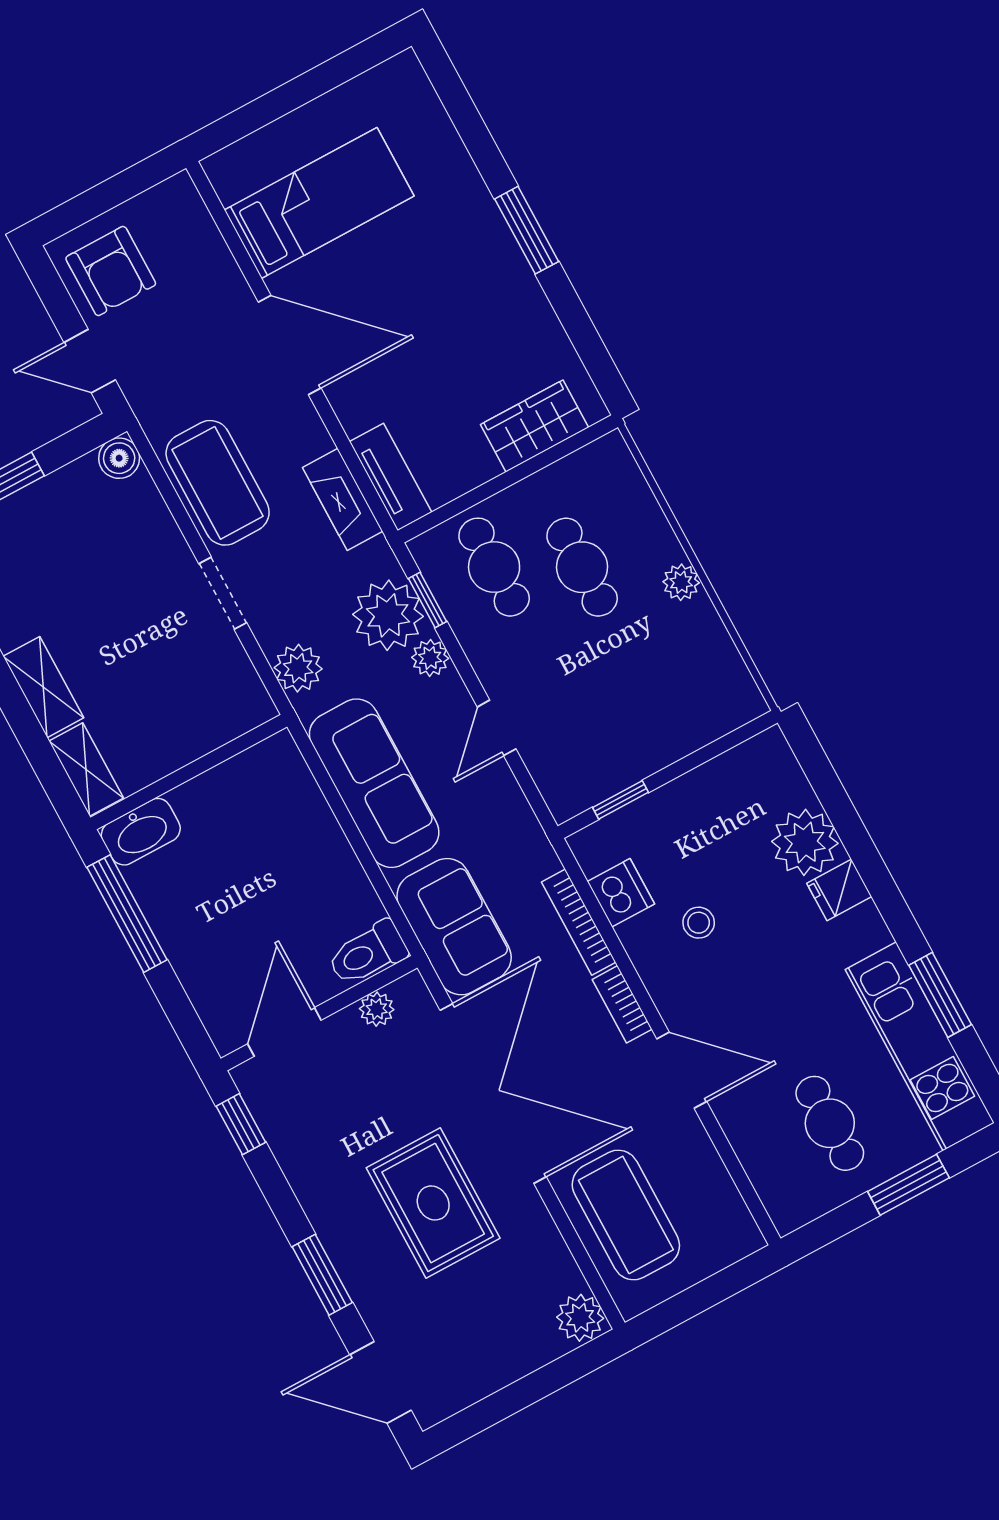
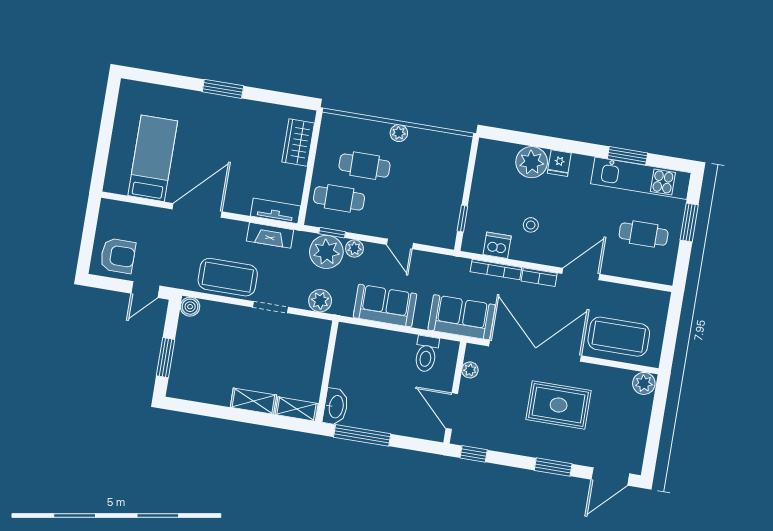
sofa: (374, 783) -> (385, 306), width x0.73
toilet: (367, 953) -> (426, 354), moved

